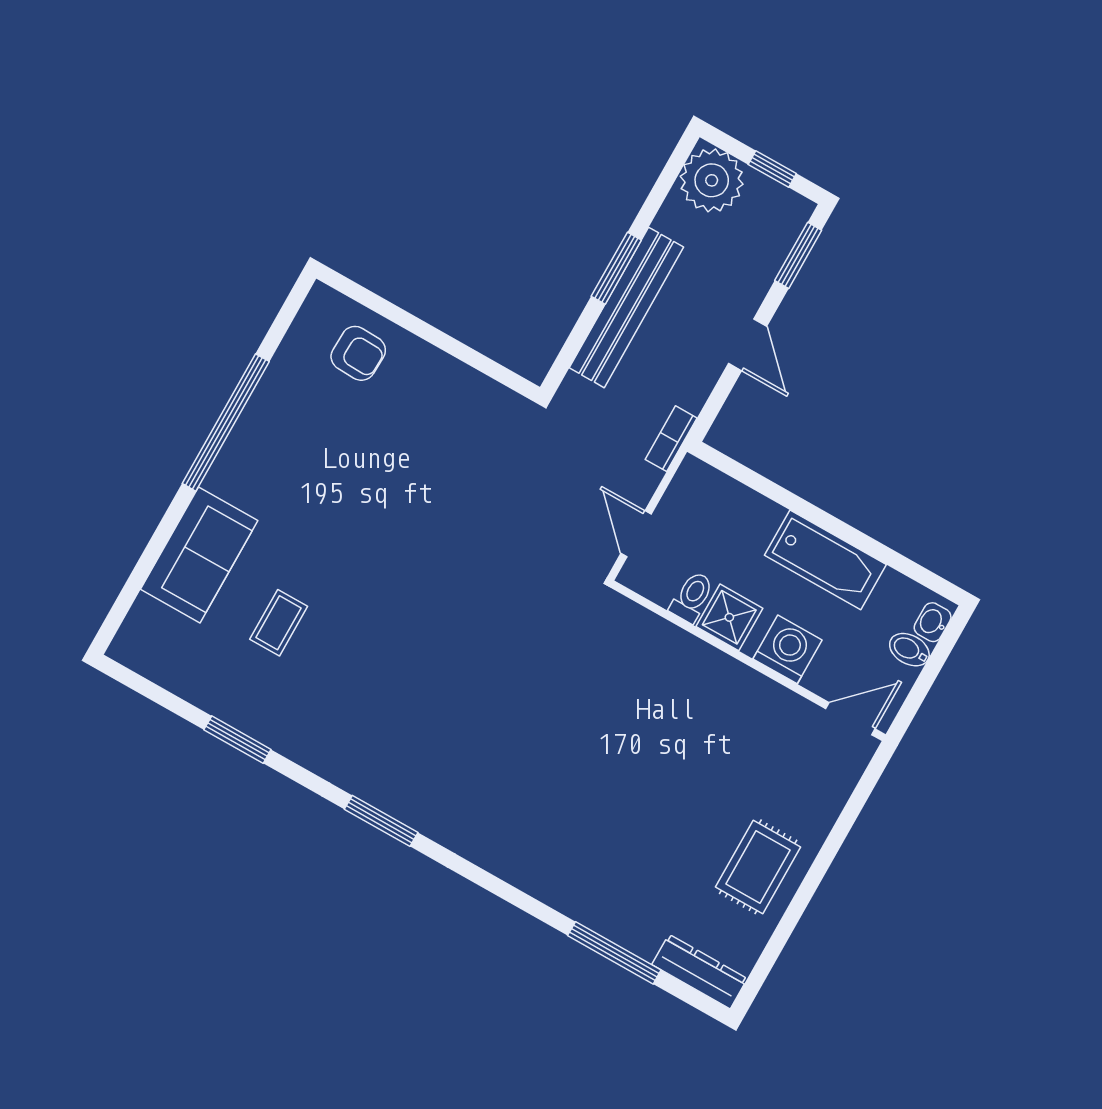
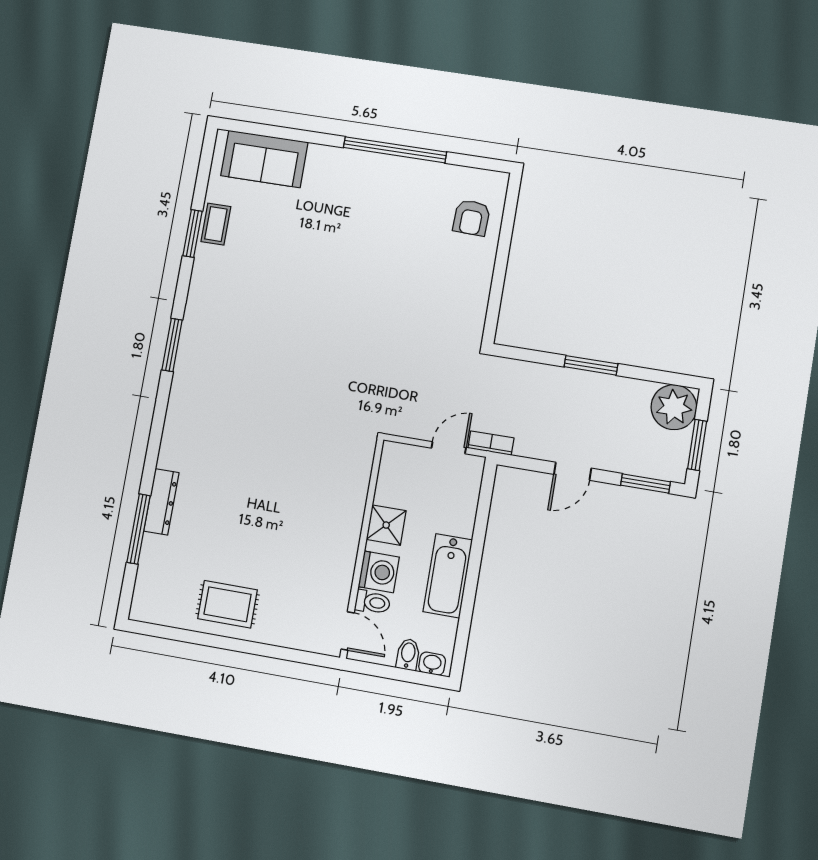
window: (772, 169) -> (697, 445), width x1.50
bench: (626, 307) -> (567, 382), removed
door: (636, 534) -> (449, 448), moved
sofa: (199, 555) -> (264, 159), moved
toilet: (692, 597) -> (373, 602), moved
coffee table: (279, 623) -> (216, 224), moved, turned 90
dresser: (700, 972) -> (161, 502), moved

